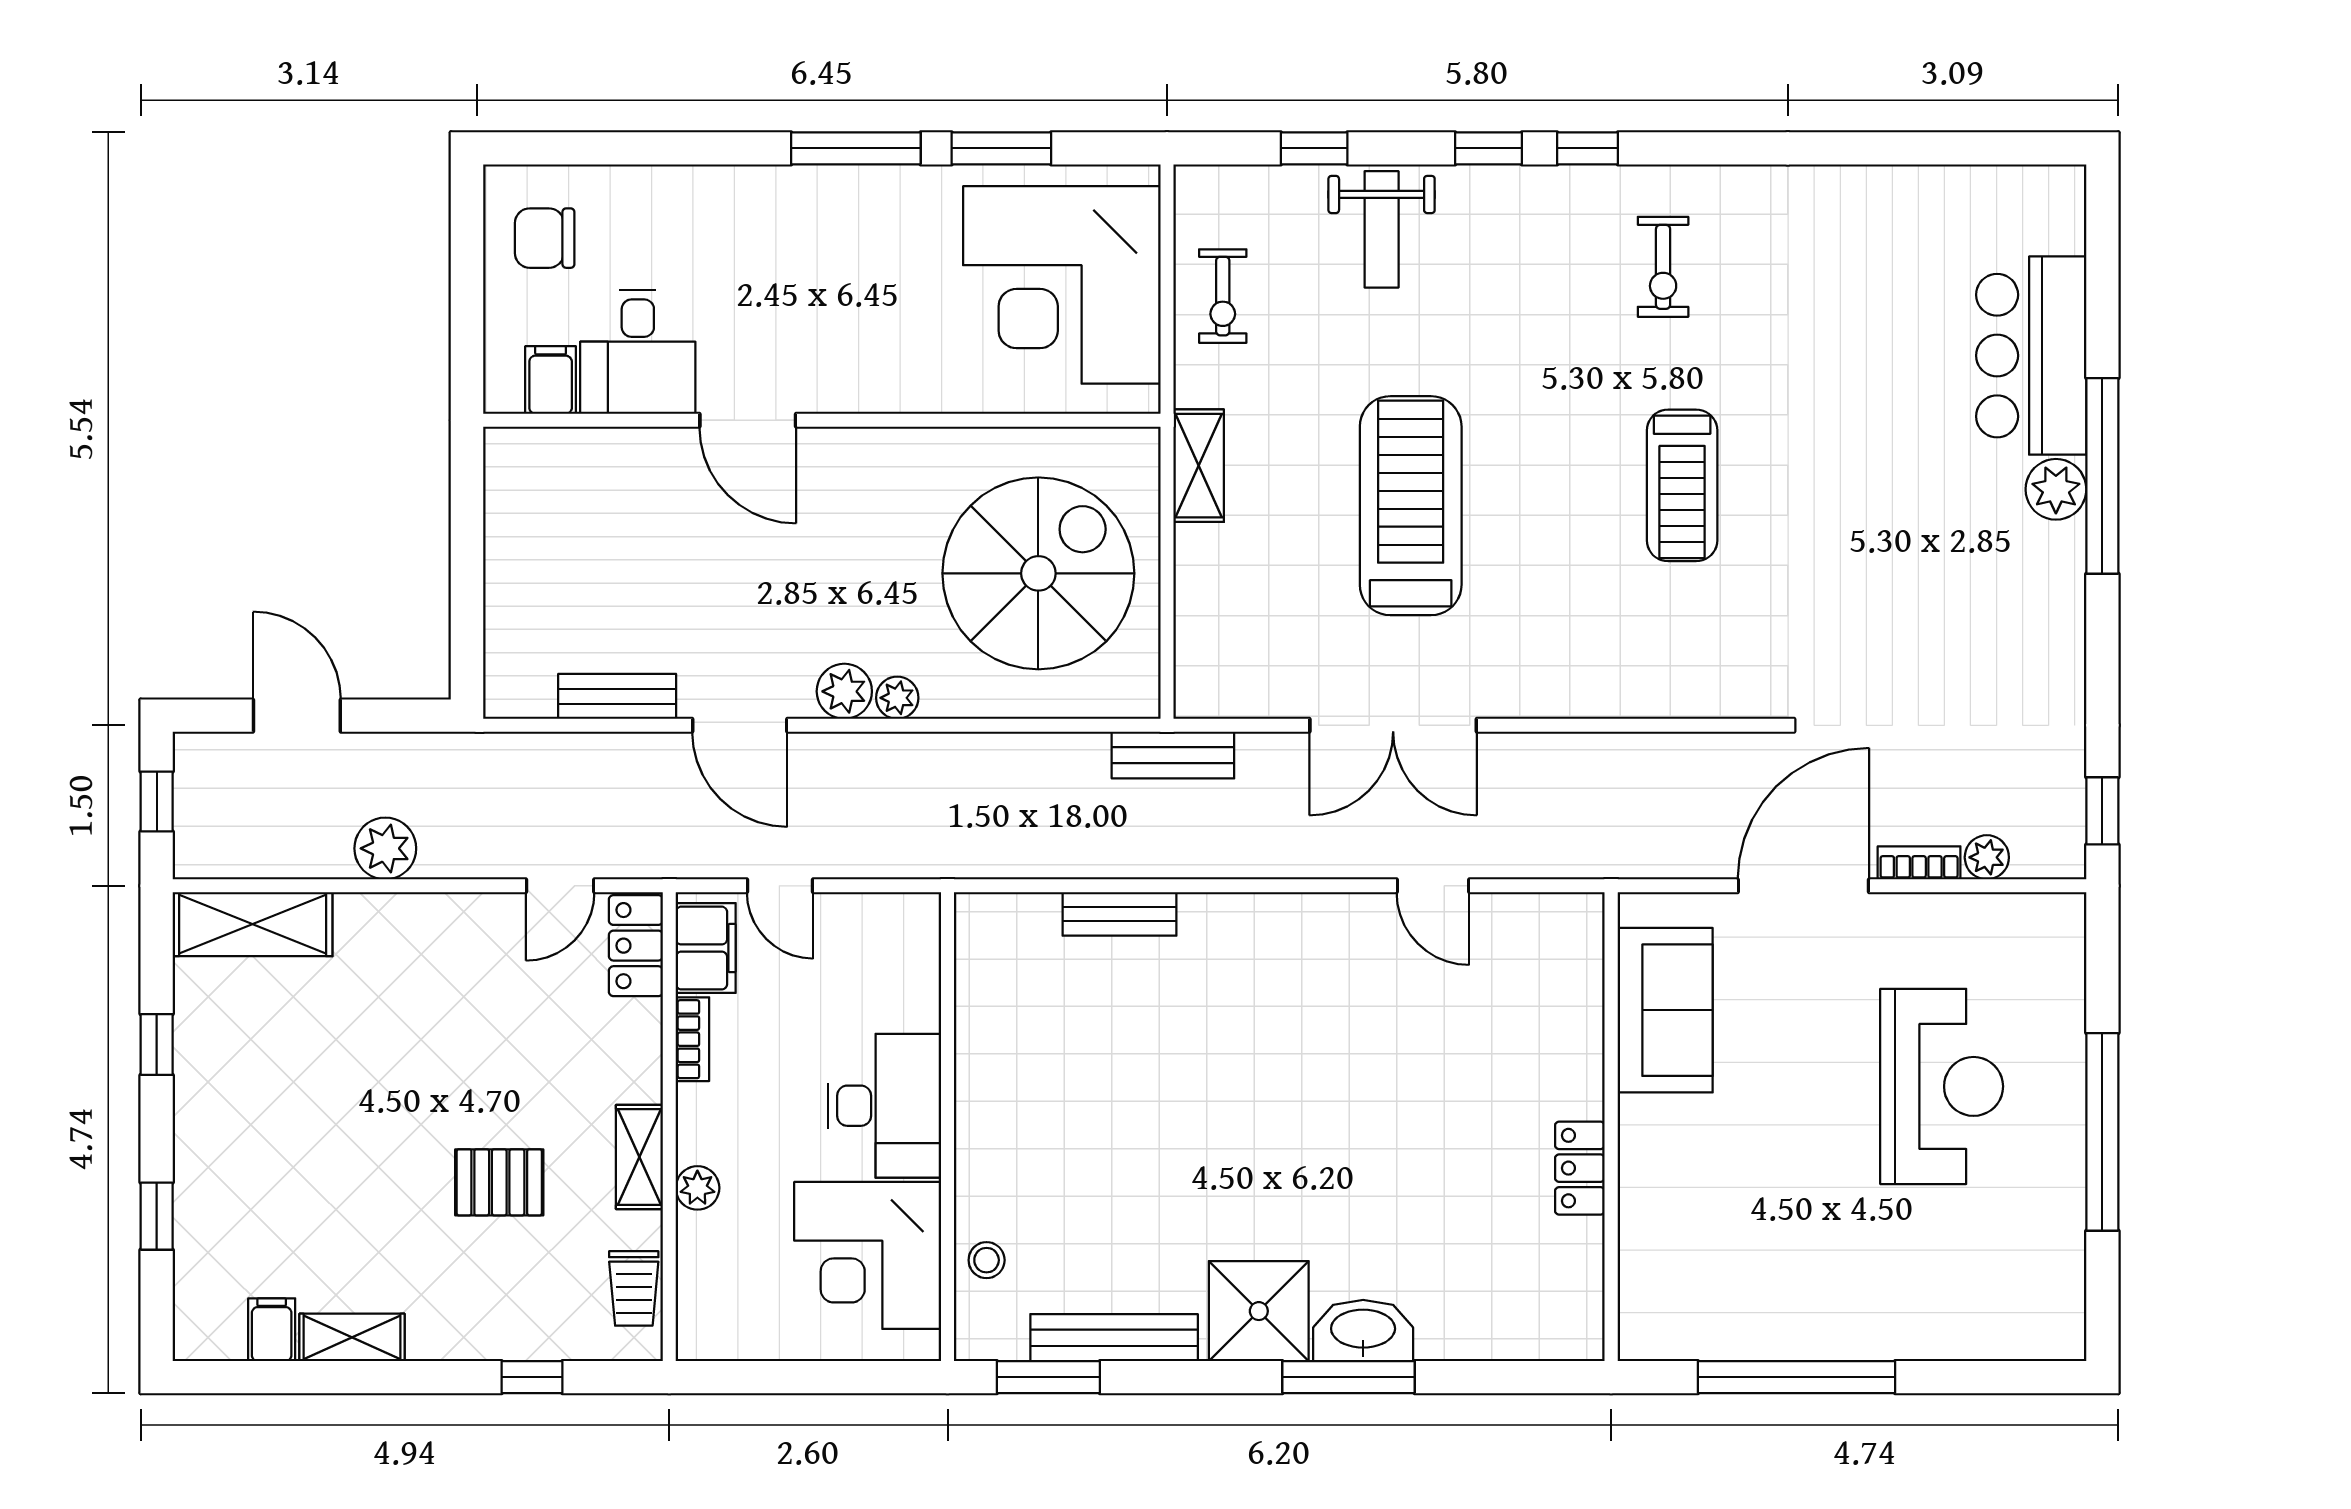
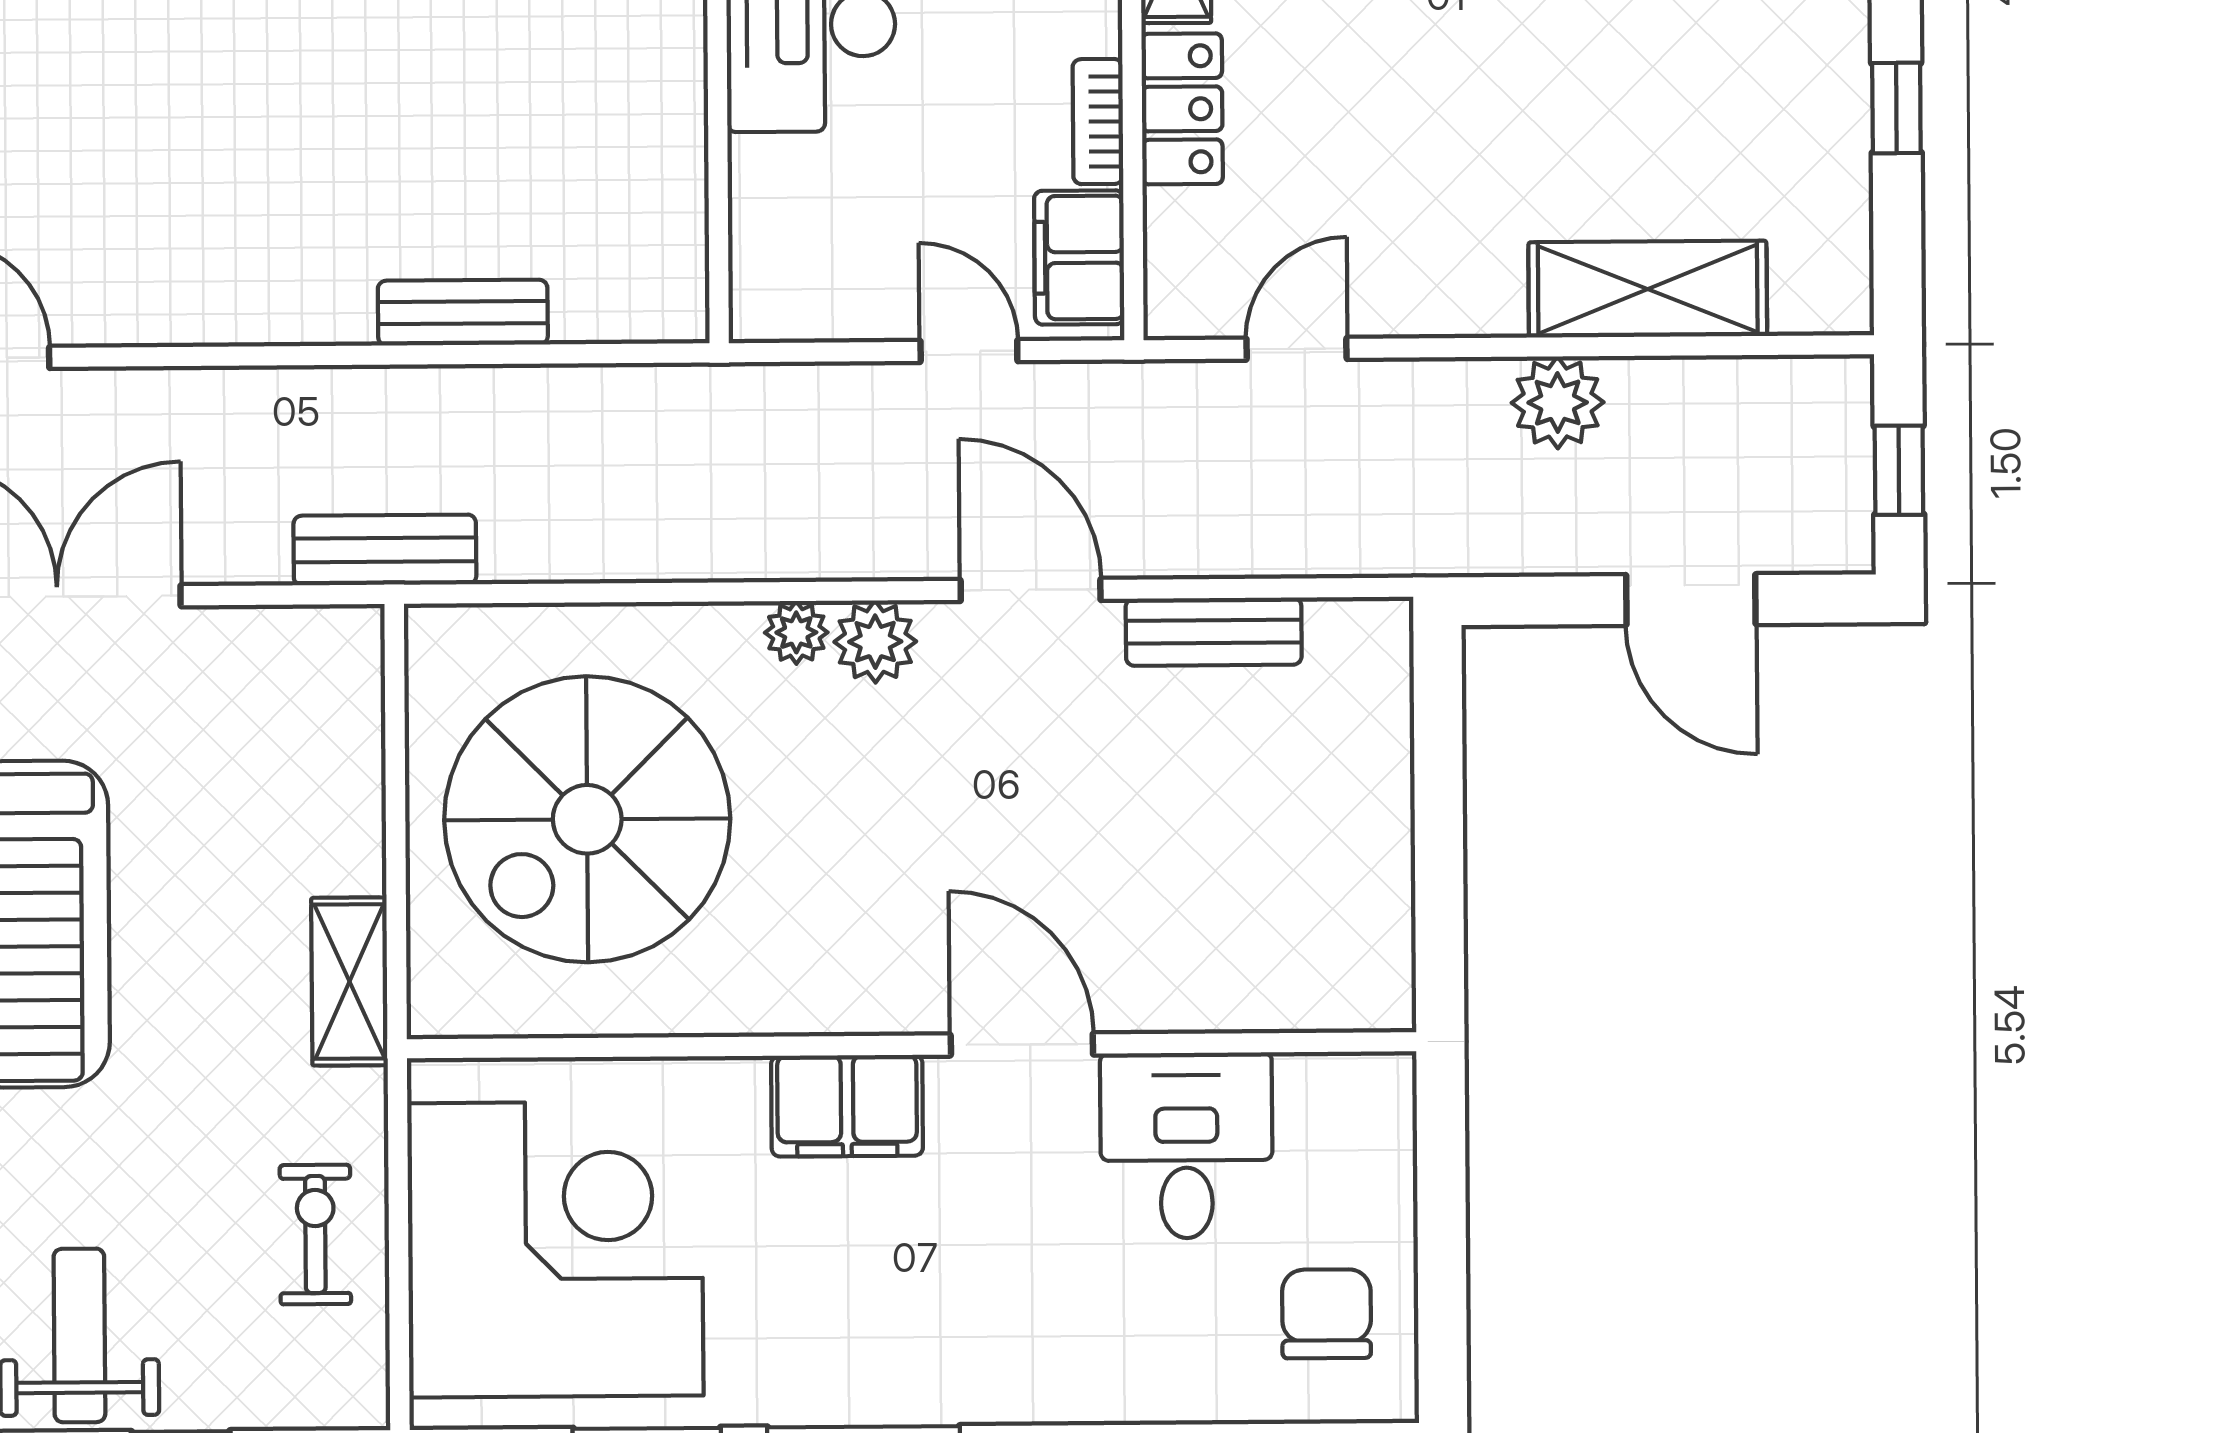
chair: (545, 238) -> (1326, 1314), turned -90
filing cabinet: (551, 380) -> (847, 1106), moved, width x2.00
shelving: (253, 924) -> (1648, 289), moved
locker: (636, 946) -> (1182, 109), moved

